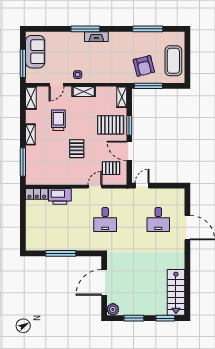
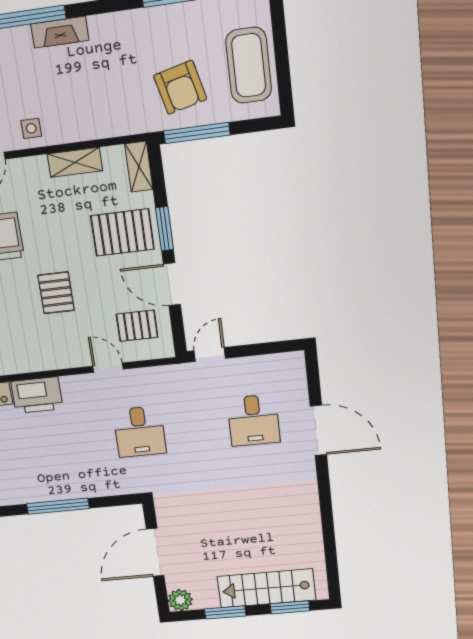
shelving: (84, 92) -> (75, 162), moved
door: (95, 187) -> (108, 368), hinge flipped
stairs: (176, 292) -> (266, 588), moved, turned 90

